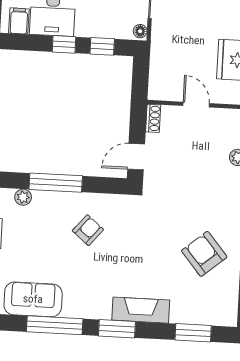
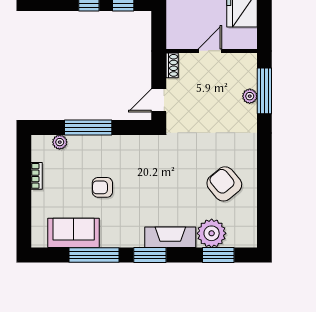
door: (196, 105) -> (210, 51), hinge flipped
armchair: (88, 230) -> (102, 187), moved, turned -130
plant: (187, 308) -> (212, 233), added

